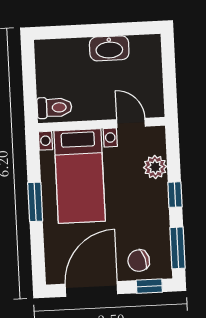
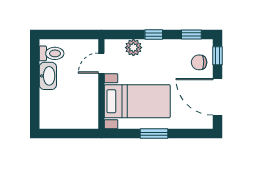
toilet: (54, 108) -> (52, 53), moved, turned 90
window: (178, 248) -> (191, 34), width x0.67
chair: (139, 261) -> (199, 62), turned 107

